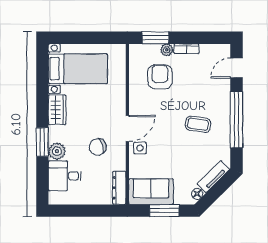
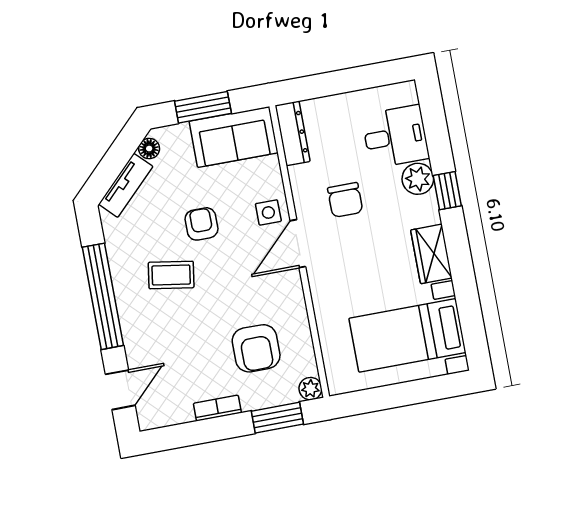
plant: (167, 50) -> (310, 389), moved
window: (42, 142) -> (447, 191), width x0.67
chair: (98, 147) -> (345, 200), turned 110
armchair: (177, 148) -> (201, 224), added

